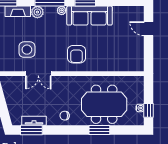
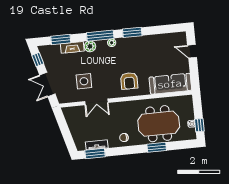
sofa: (90, 16) -> (170, 84), moved, turned 180

